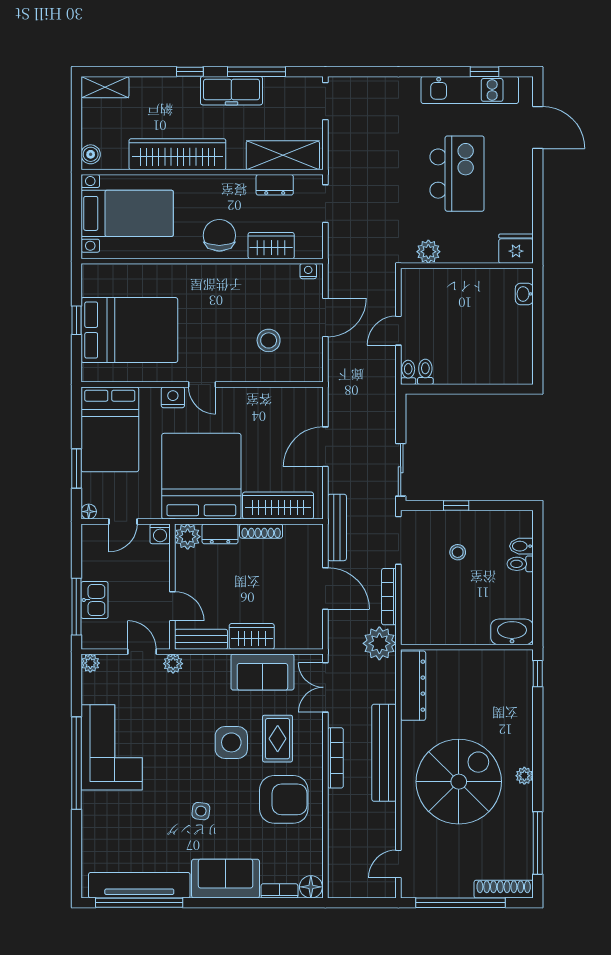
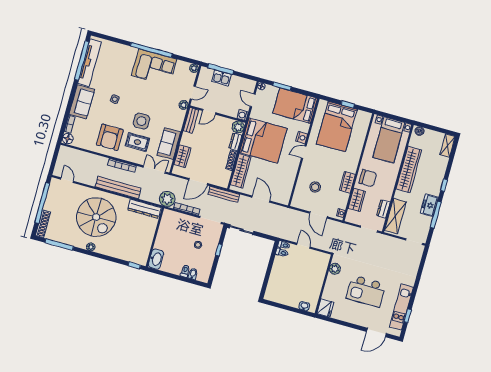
freezer: (231, 91) -> (429, 205), width x0.71
wardrobe: (240, 276) -> (347, 182), added
wardrobe: (252, 636) -> (182, 156), moved

